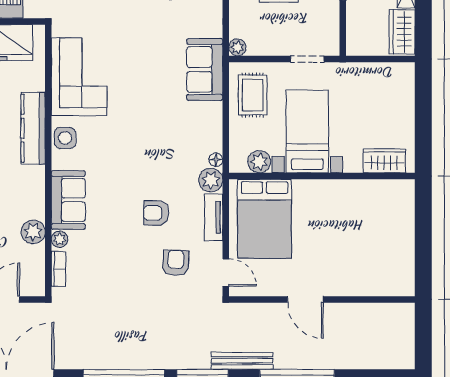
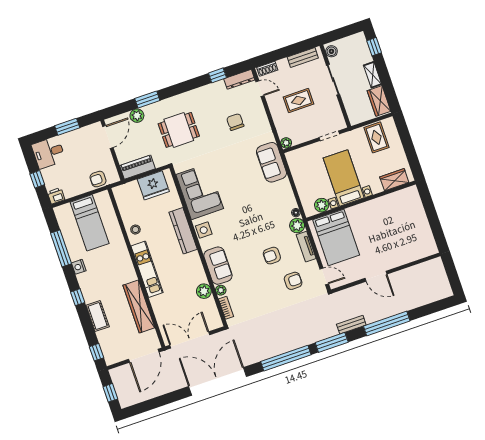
rug: (253, 95) -> (376, 137), moved
armchair: (176, 263) -> (293, 281), turned 88
bench: (242, 361) -> (351, 325), width x0.73

